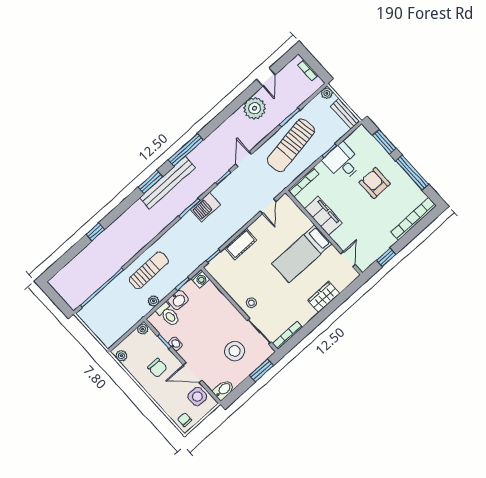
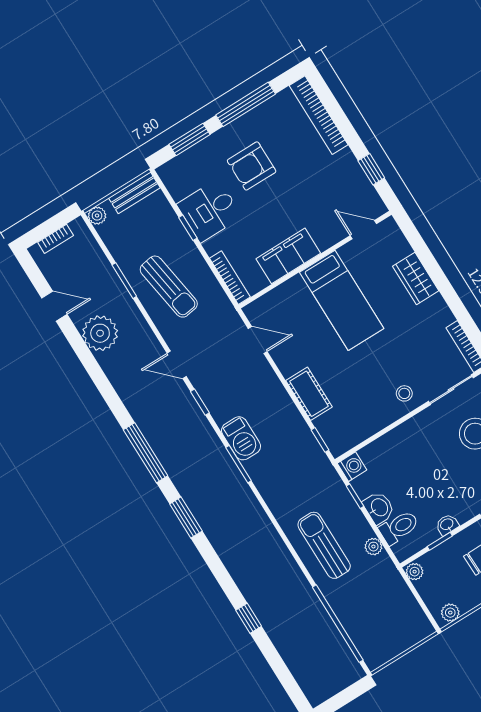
sun lounger: (291, 145) -> (169, 287), width x0.73, depth x0.75
bench: (167, 183) -> (192, 491), removed

